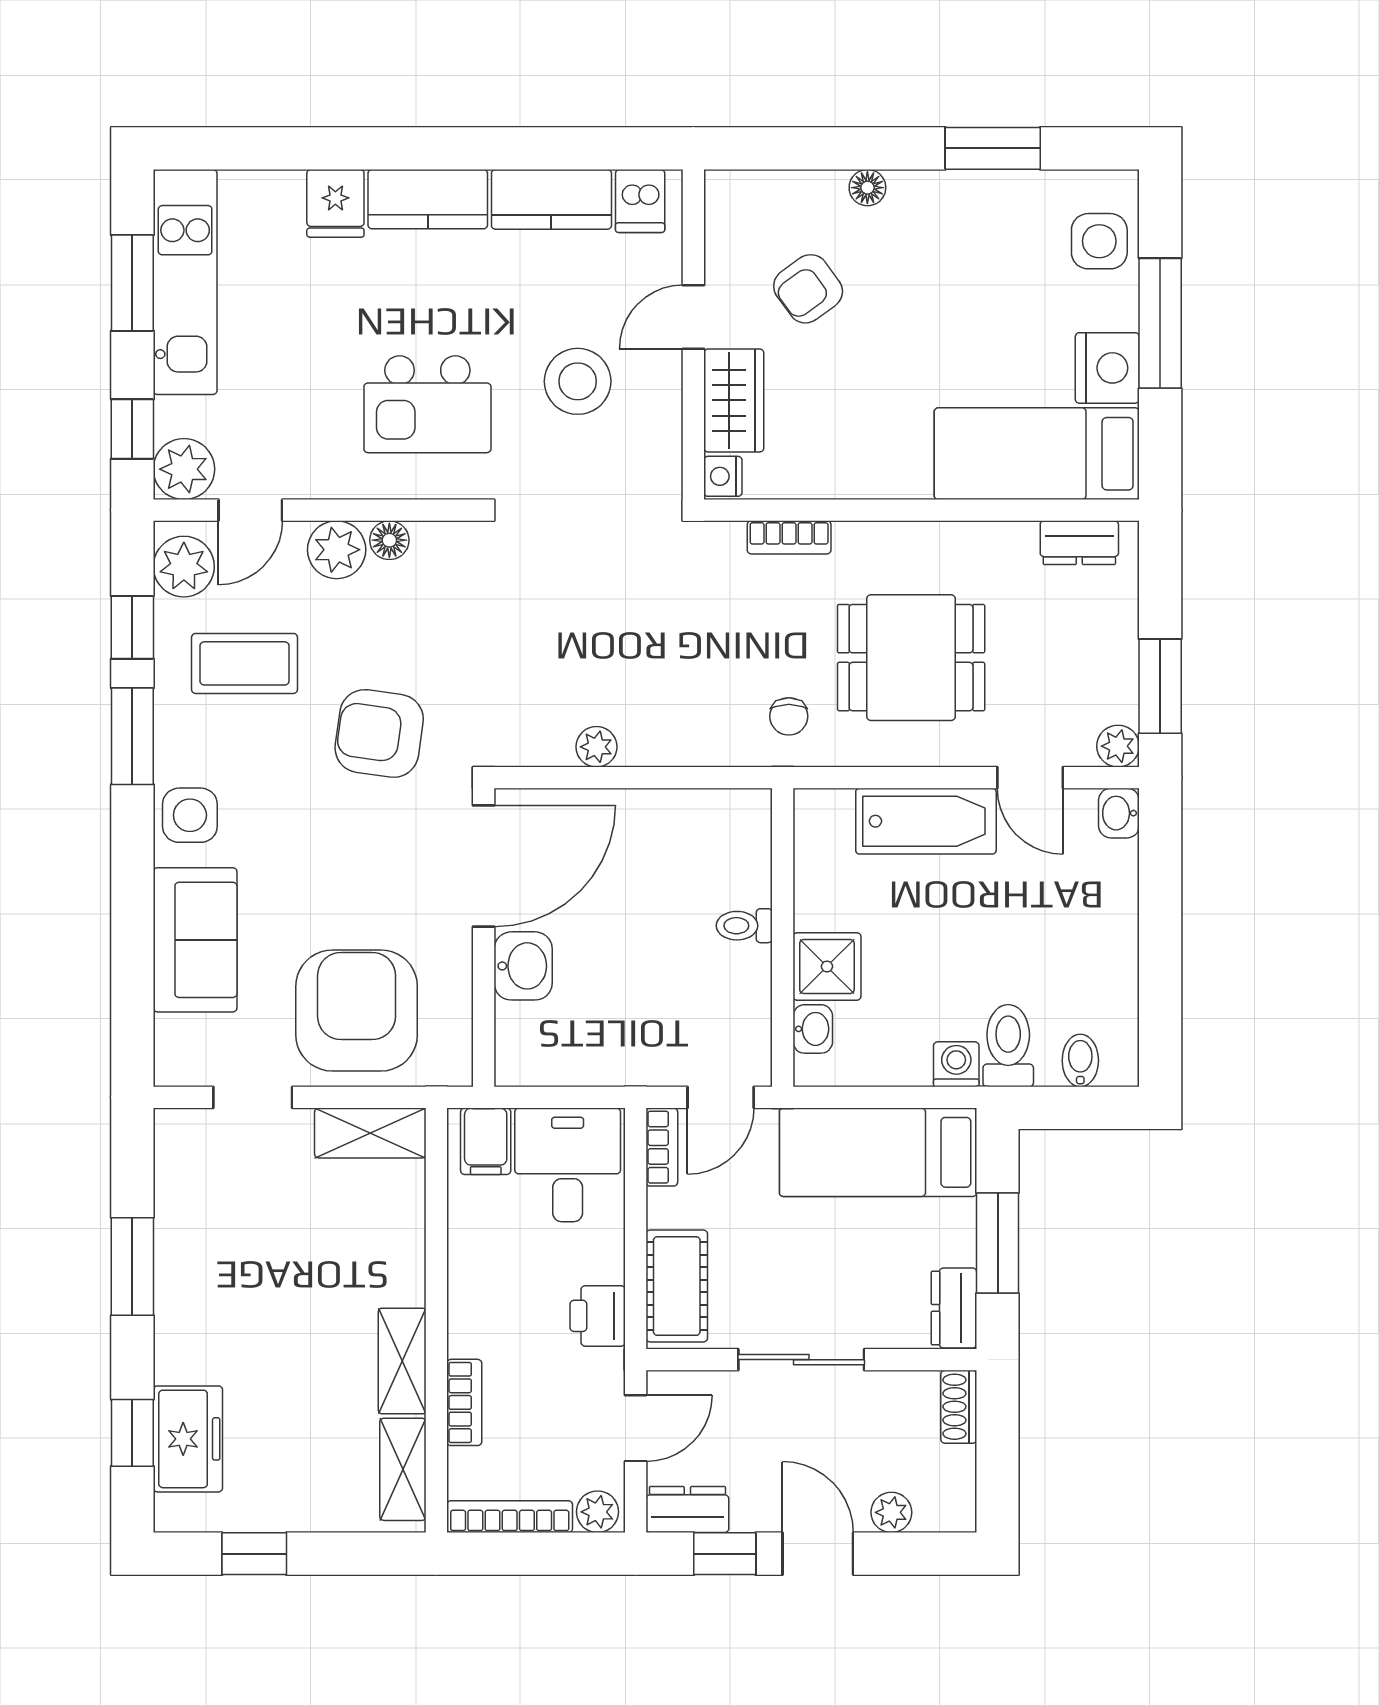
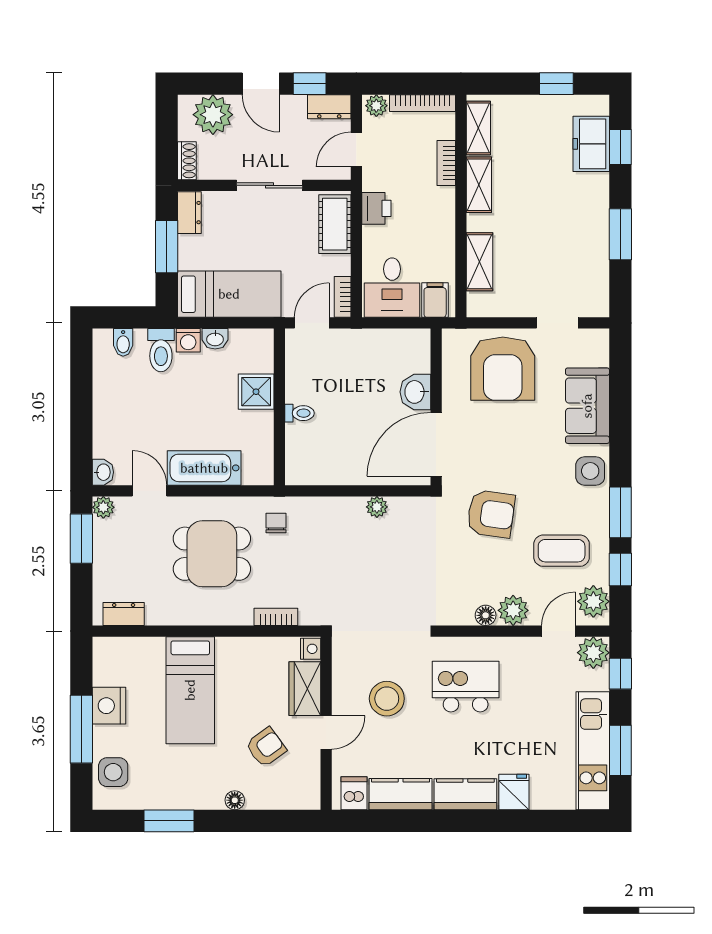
bed: (1037, 454) -> (190, 690), moved, turned 90
washbasin: (813, 1029) -> (215, 339), moved, turned -90
shelving: (370, 1133) -> (479, 262), moved, turned 90
plant: (891, 1512) -> (213, 115), width x1.87, depth x1.87

